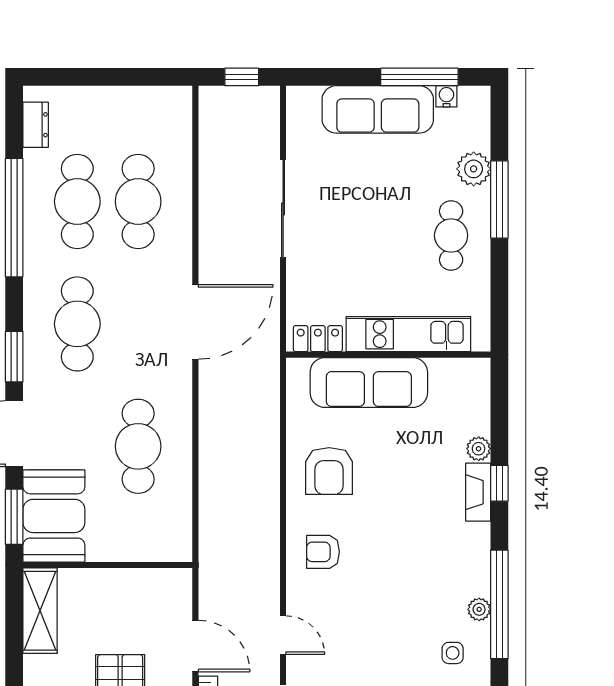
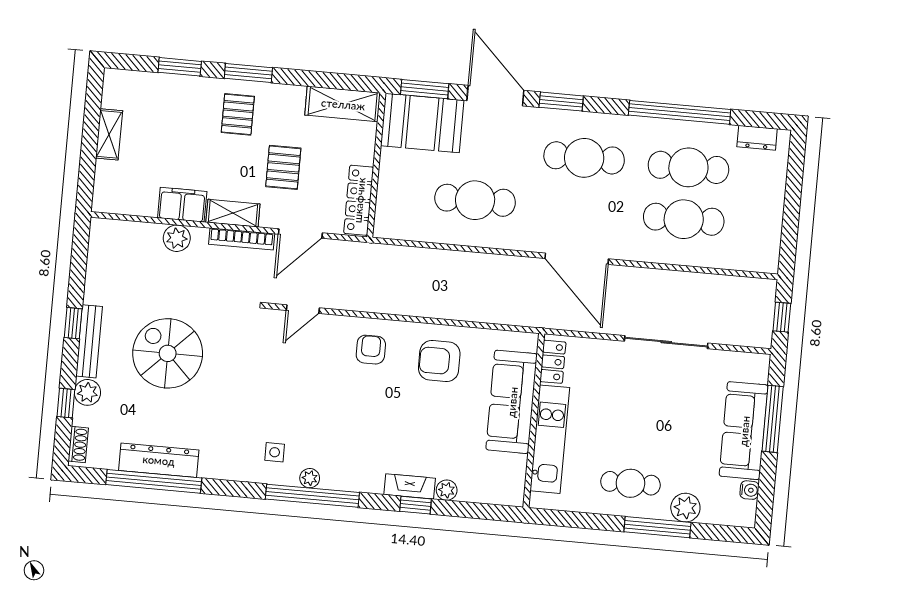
window: (419, 77) -> (773, 419), moved
locker: (150, 582) -> (359, 200), added

